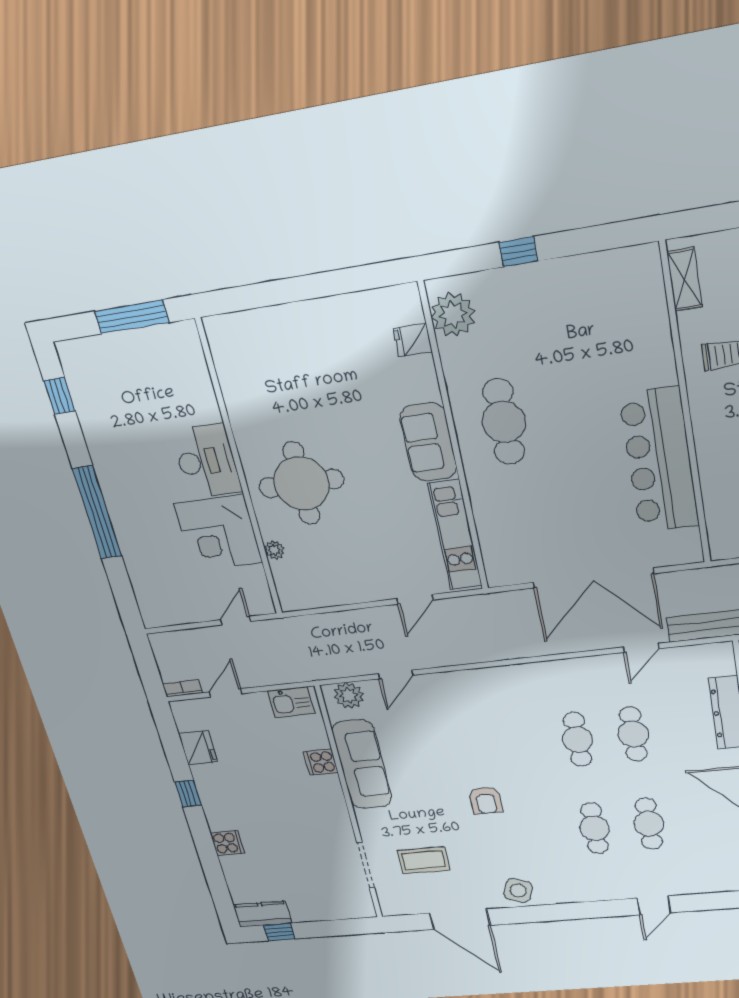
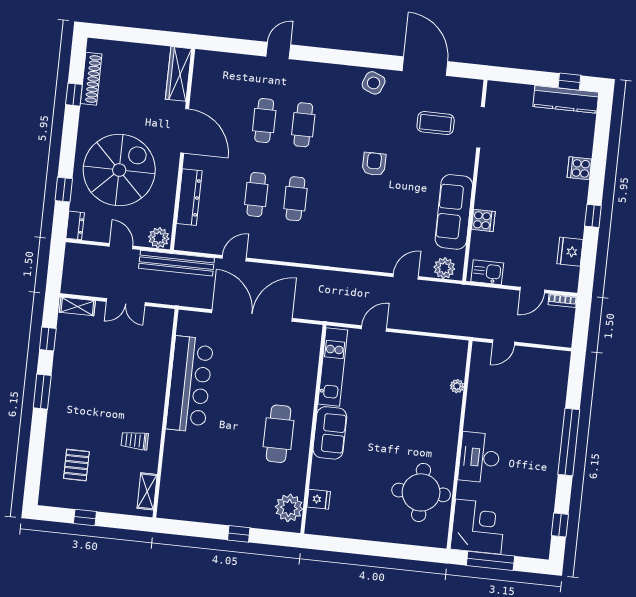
round table: (301, 483) -> (421, 492), moved
corner desk: (218, 533) -> (478, 527), moved
kitchen counter: (262, 914) -> (566, 99), width x1.50

